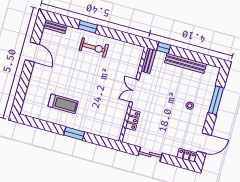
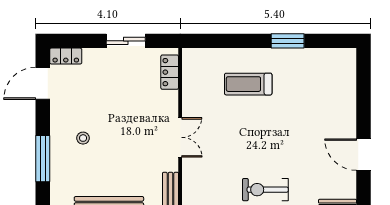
treadmill: (63, 104) -> (248, 84), moved
locker: (133, 120) -> (170, 72), moved
window: (74, 133) -> (288, 41), moved

